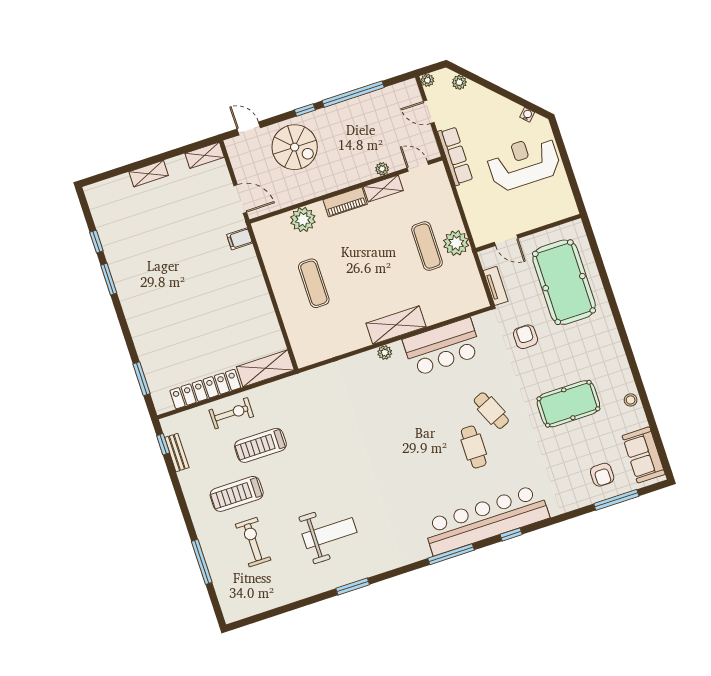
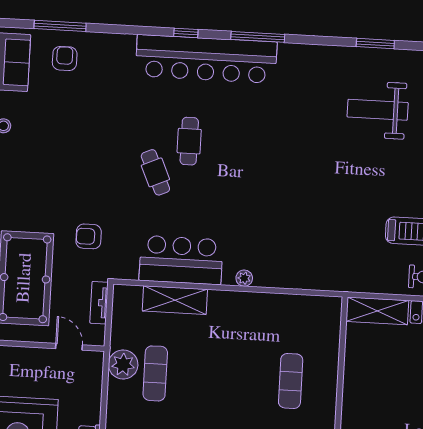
shelving: (396, 325) -> (175, 300), moved
armchair: (525, 337) -> (89, 236), turned 90
pool table: (568, 404) -> (71, 148), removed

